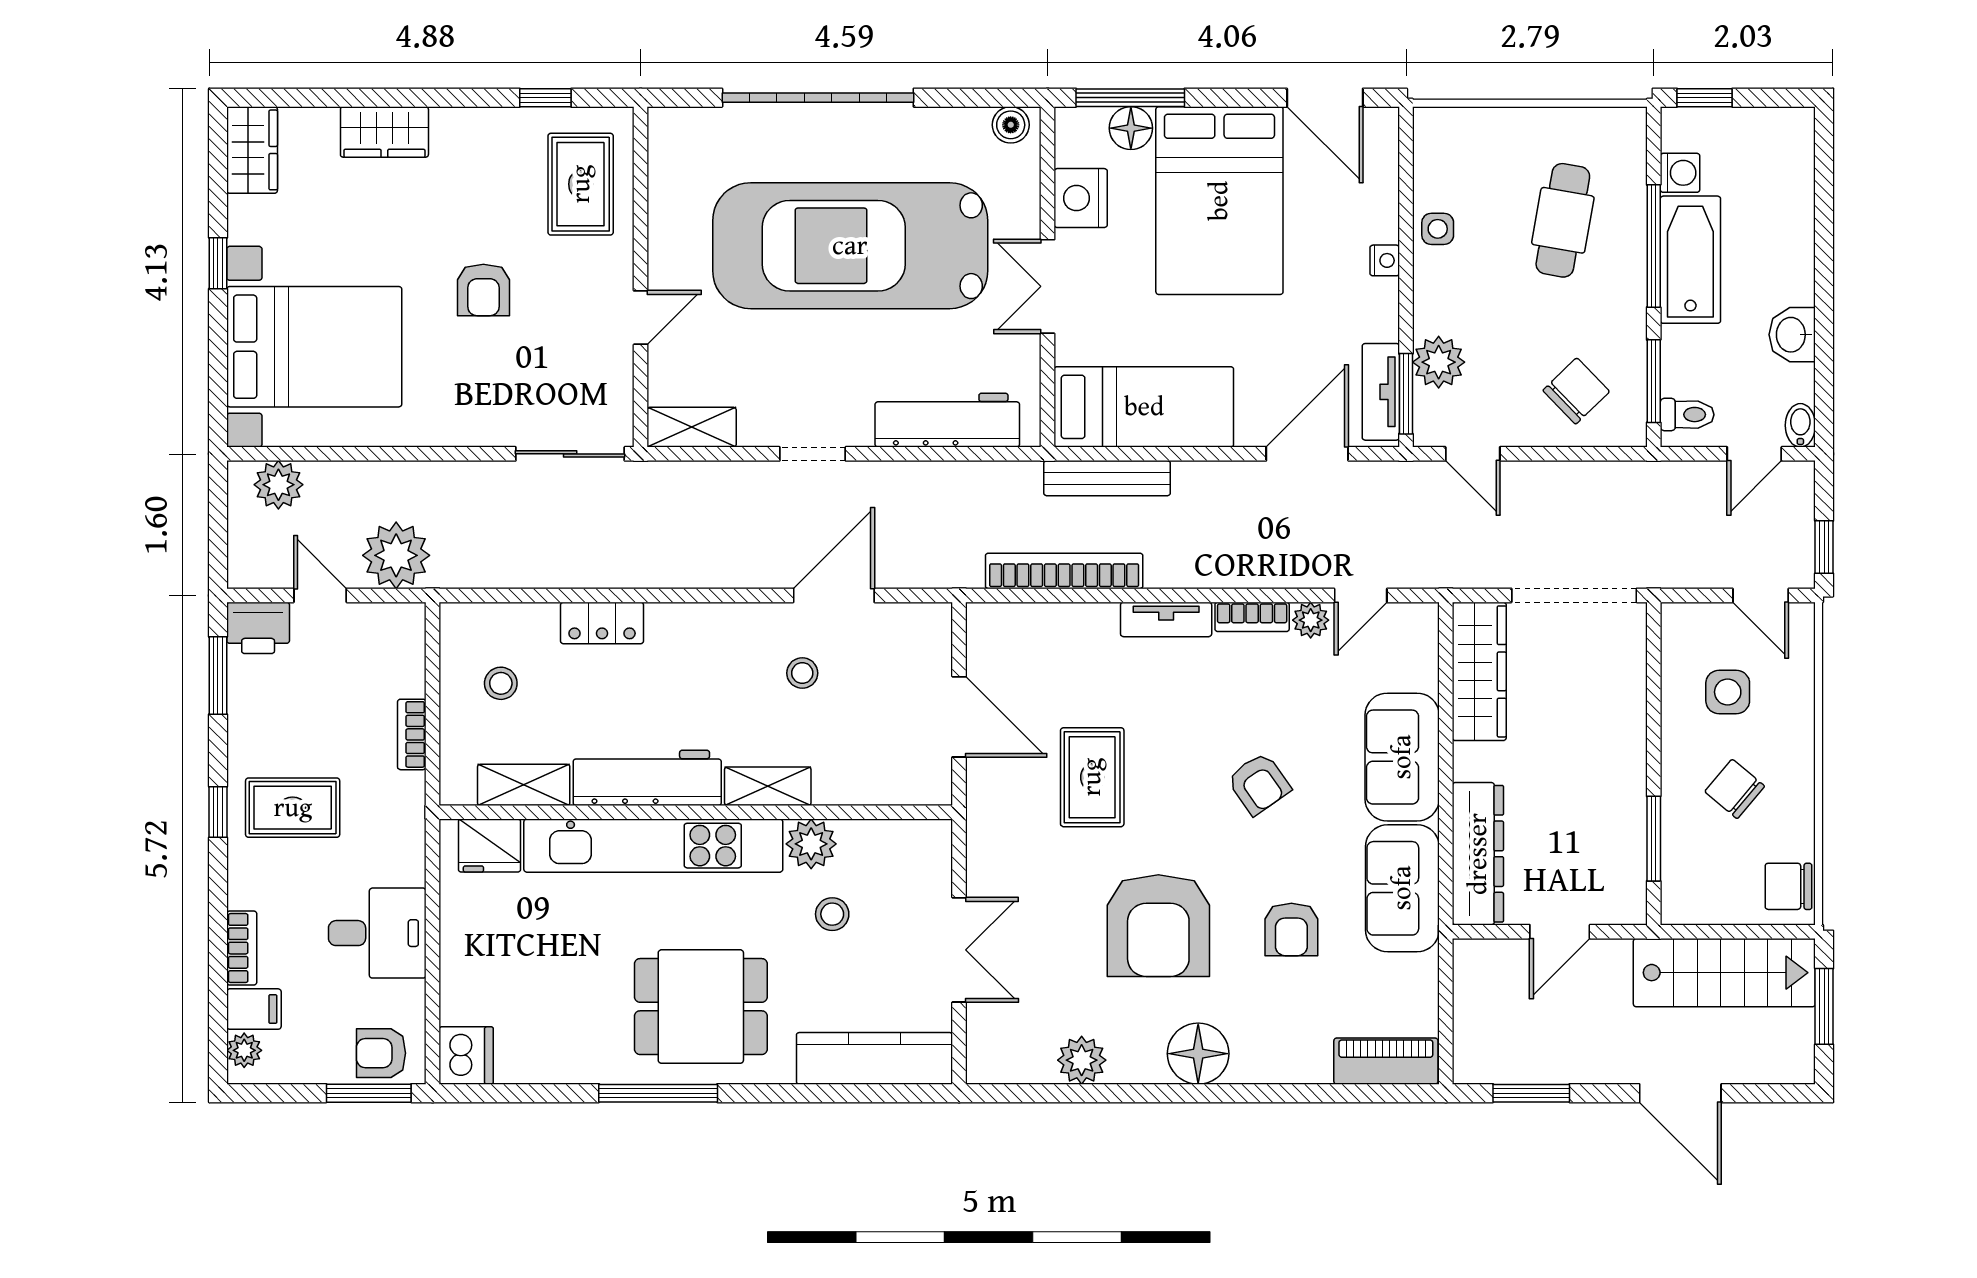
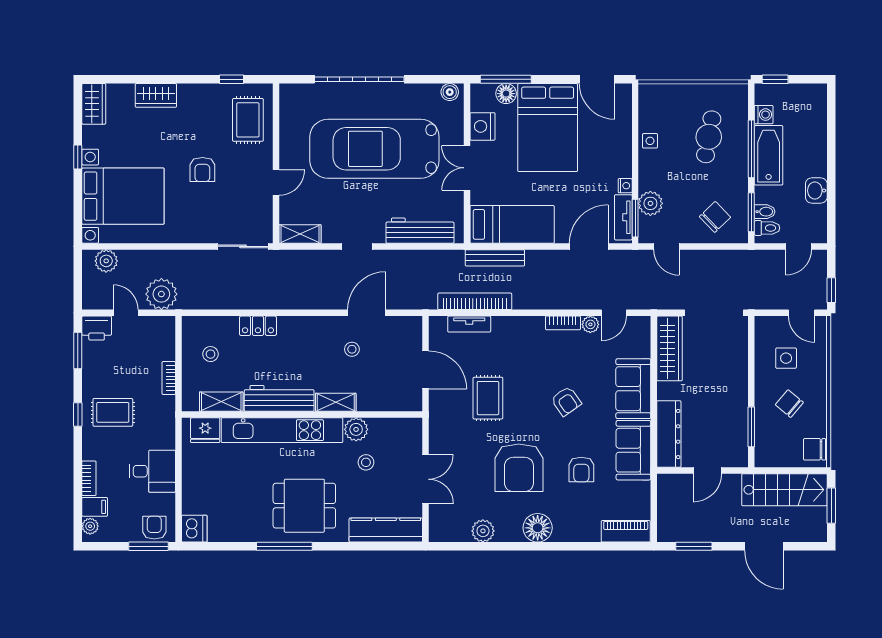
nightstand: (1385, 260) -> (625, 186), moved
bidet: (1800, 425) -> (765, 212), moved, turned 90
tv unit: (1166, 619) -> (469, 324), moved
armchair: (381, 1053) -> (154, 528), turned 90

